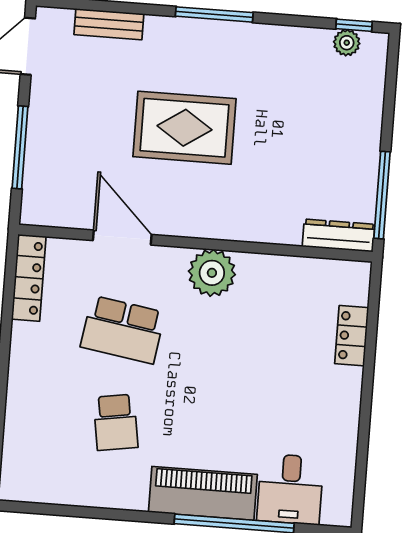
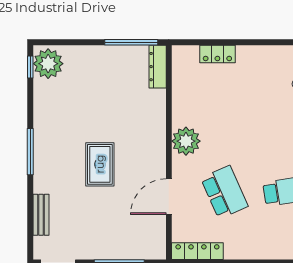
plant: (347, 43) -> (48, 64), width x1.87, depth x1.87
rug: (184, 128) -> (100, 164), width x0.73, depth x0.70
school desk: (123, 330) -> (224, 192), turned -33

